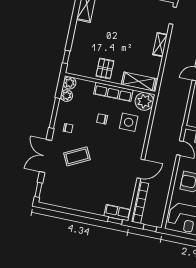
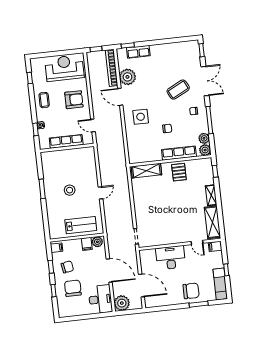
shelving: (160, 45) -> (211, 195), moved
row of seats: (113, 92) -> (179, 153), moved
plant: (144, 101) -> (127, 77), moved
side table: (129, 122) -> (141, 117), moved
door: (141, 169) -> (120, 97), hinge flipped
row of seats: (117, 213) -> (138, 52), moved

